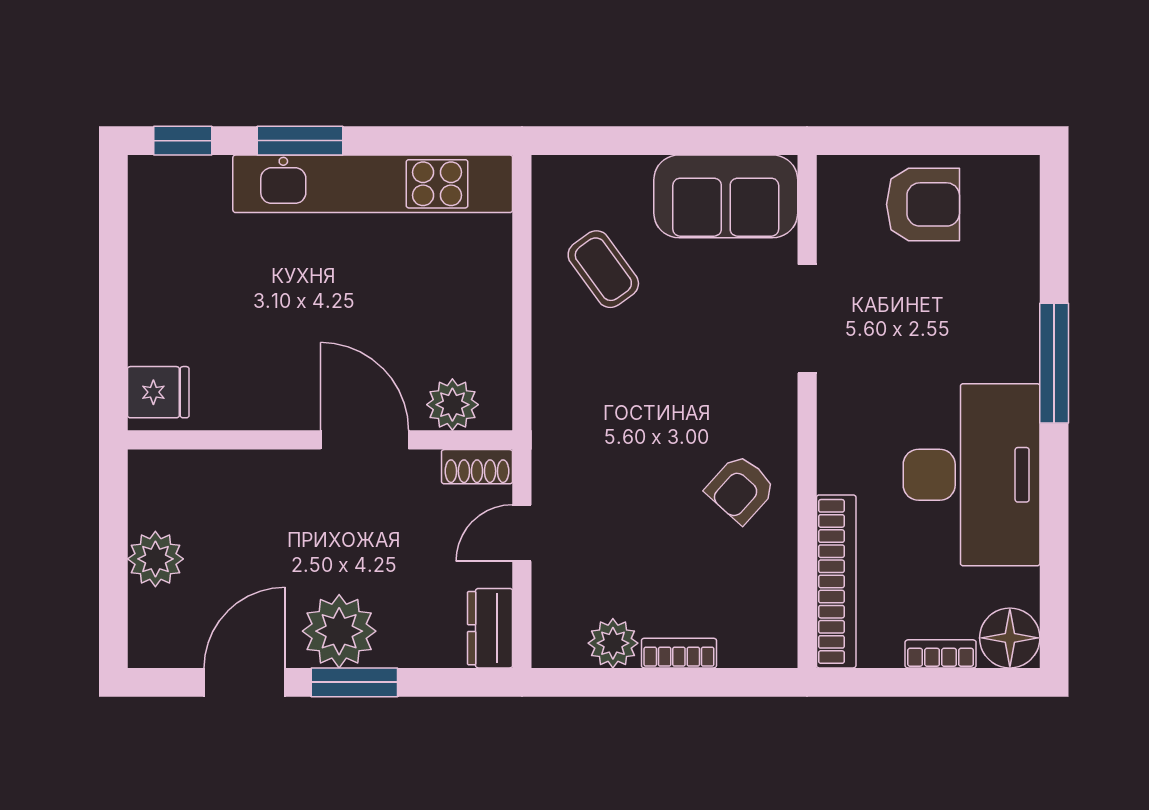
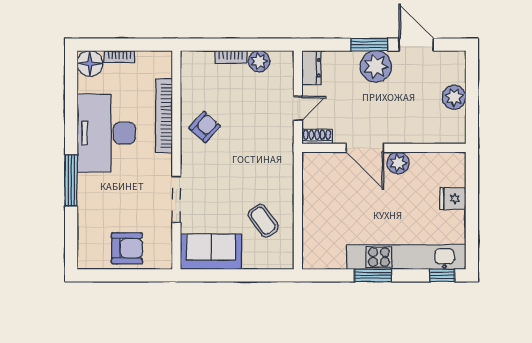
window: (300, 141) -> (373, 275), moved
kitchen unit: (373, 184) -> (406, 257), moved
armchair: (923, 204) -> (127, 248), turned 180
fridge: (158, 392) -> (453, 199), moved
plant: (452, 405) -> (398, 163), moved
bookcase: (836, 581) -> (164, 116), moved
door: (245, 682) -> (416, 45), swing flipped

